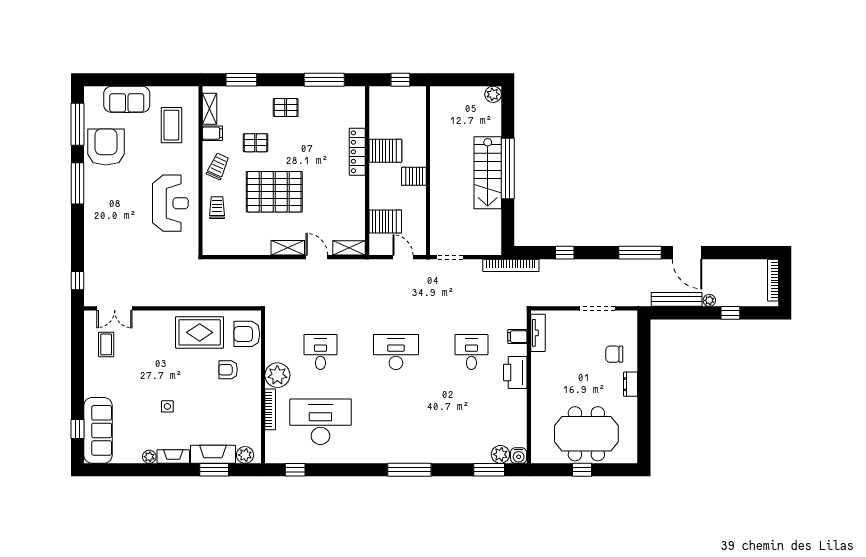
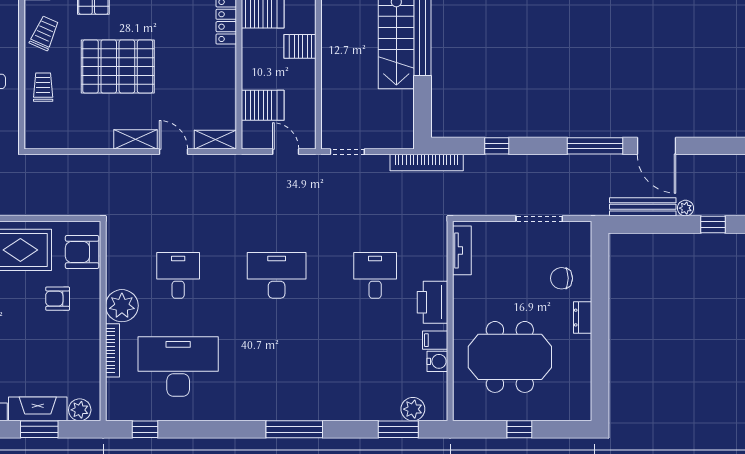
filing cabinet: (517, 337) -> (435, 340), moved
meeting table: (586, 434) -> (510, 357), moved
water cooler: (519, 456) -> (437, 361), moved, turned -90

